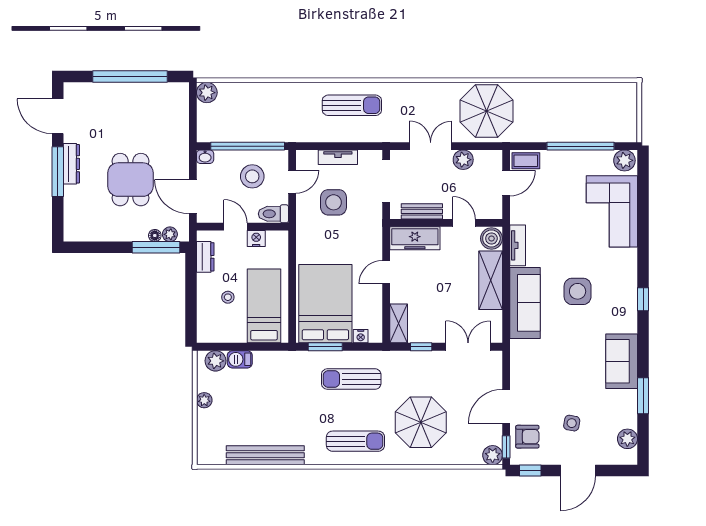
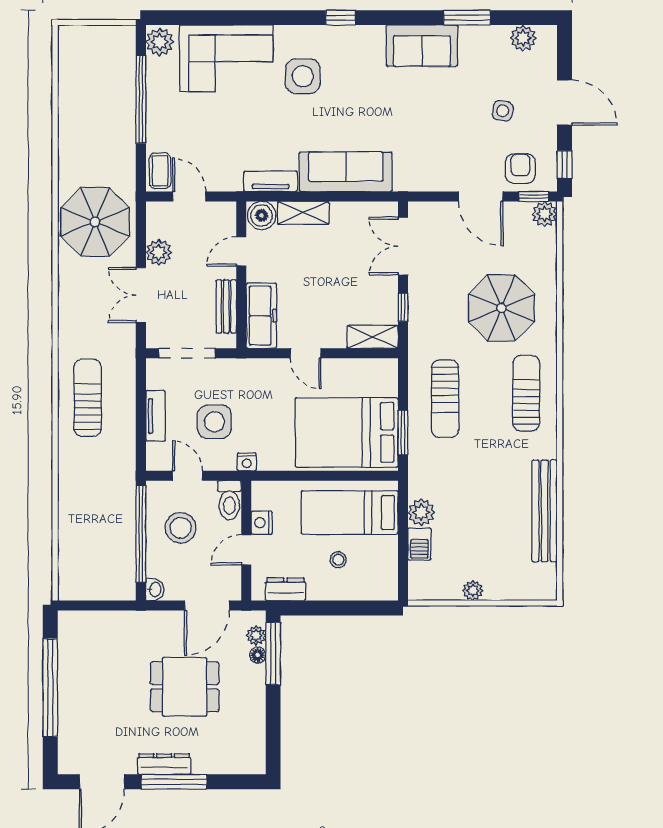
plant: (207, 93) -> (71, 587), removed
shelving: (491, 280) -> (303, 213), width x0.67, depth x0.75
side table: (578, 291) -> (303, 76), moved
nightstand: (361, 336) -> (247, 462), moved, turned 90
plant: (216, 361) -> (421, 512), moved

